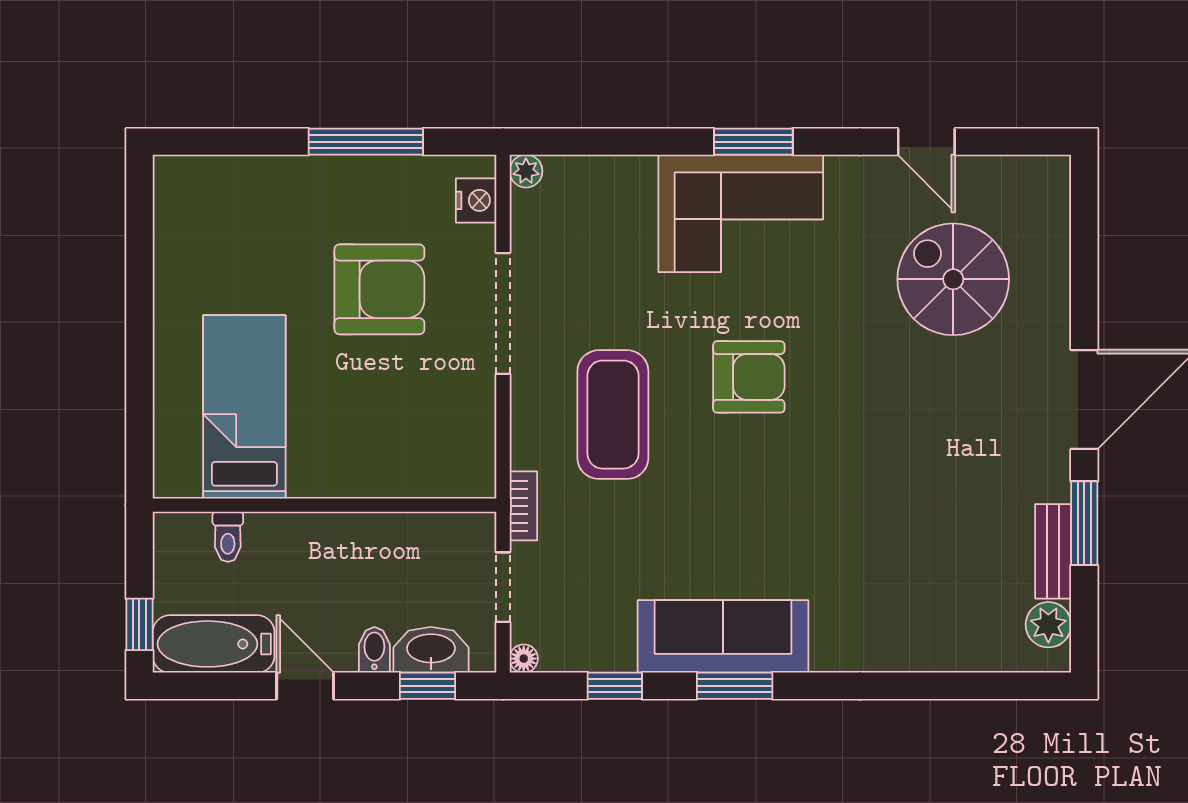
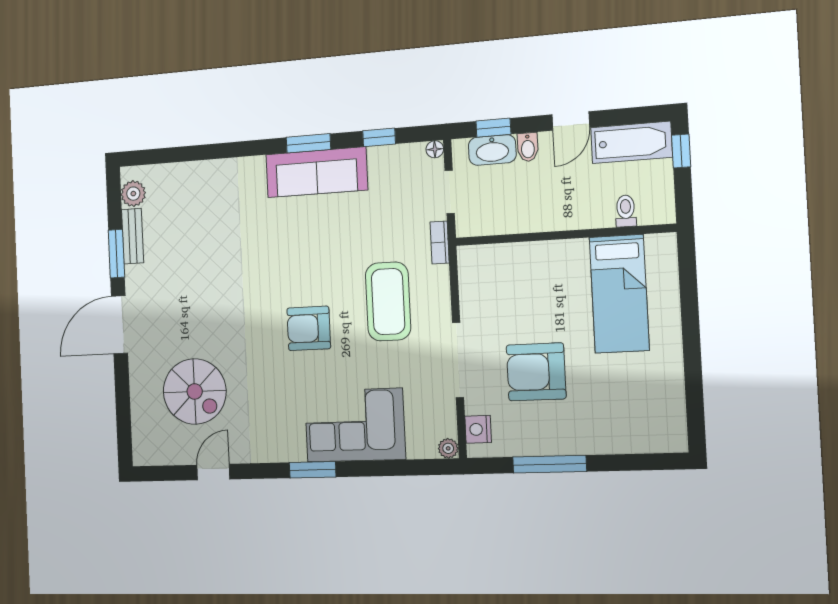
door: (926, 142) -> (213, 472), hinge flipped
corner sofa: (741, 213) -> (355, 425), moved
door: (305, 686) -> (571, 121), hinge flipped

